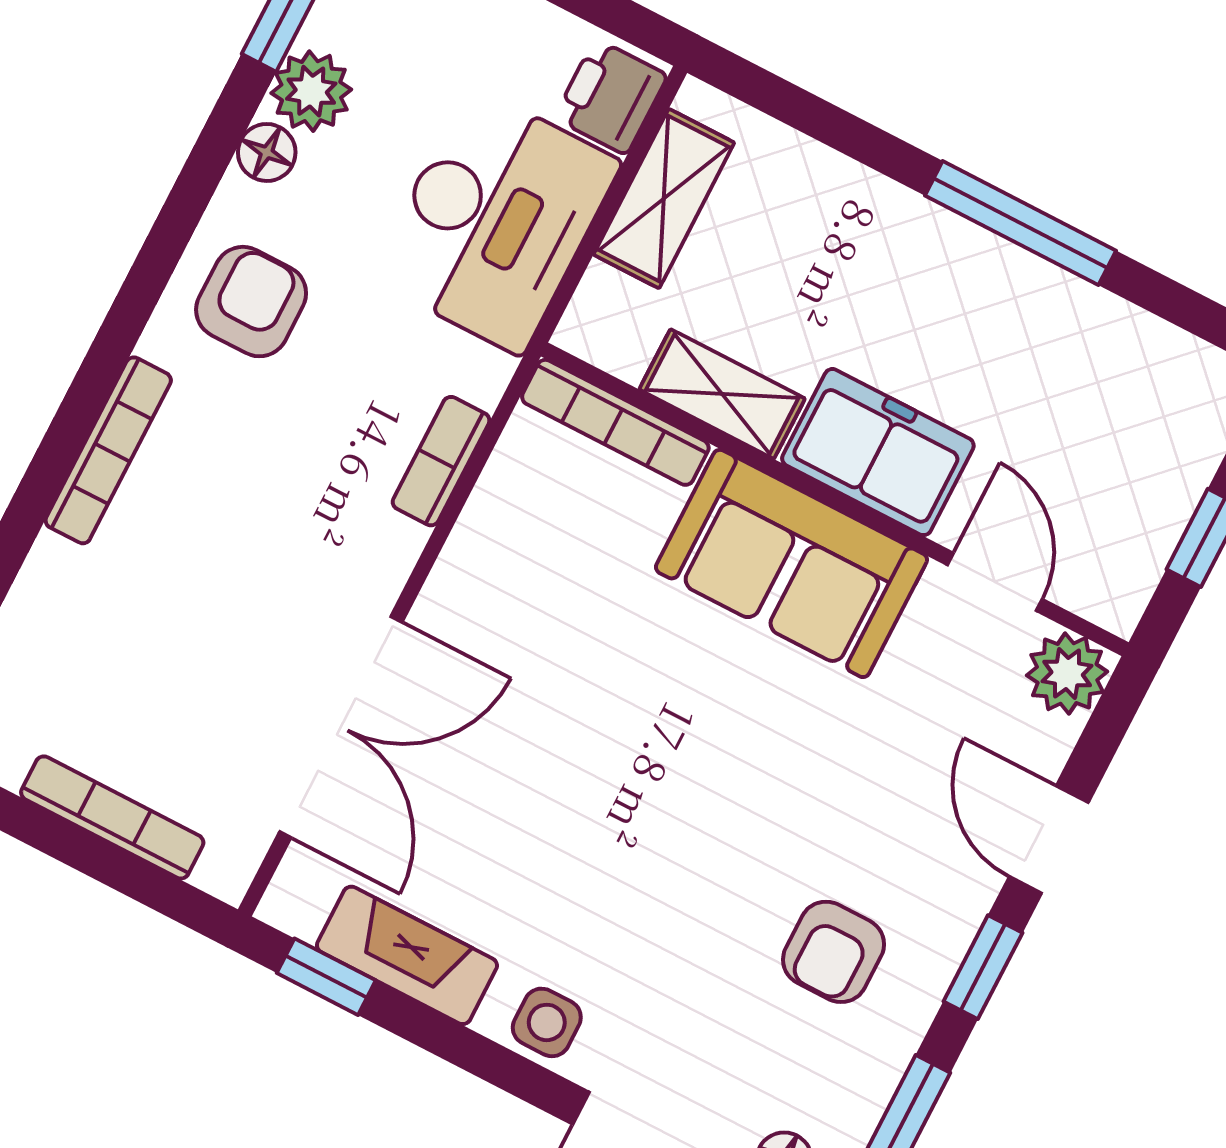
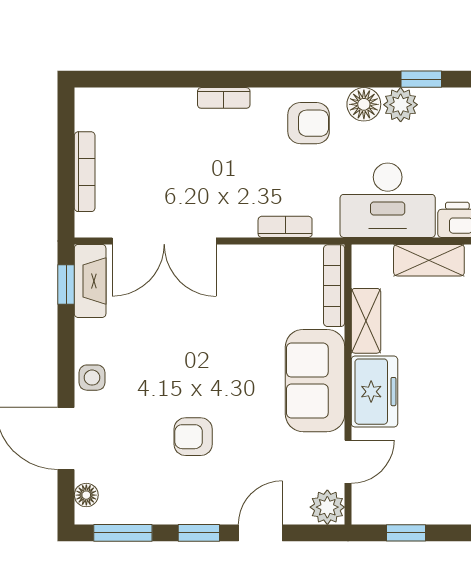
floor lamp: (267, 152) -> (364, 104), width x1.37, depth x1.37
bookcase: (108, 450) -> (224, 98), width x0.64
armchair: (834, 952) -> (193, 437), moved
fireplace: (407, 955) -> (90, 281), moved

